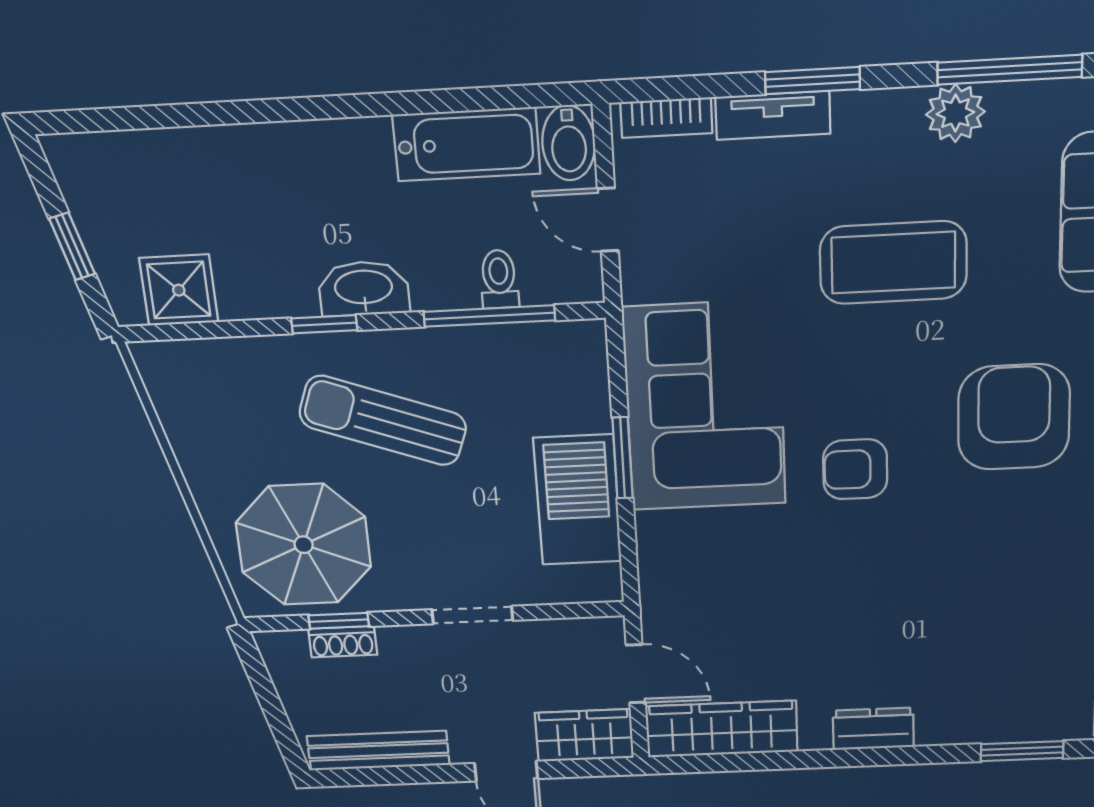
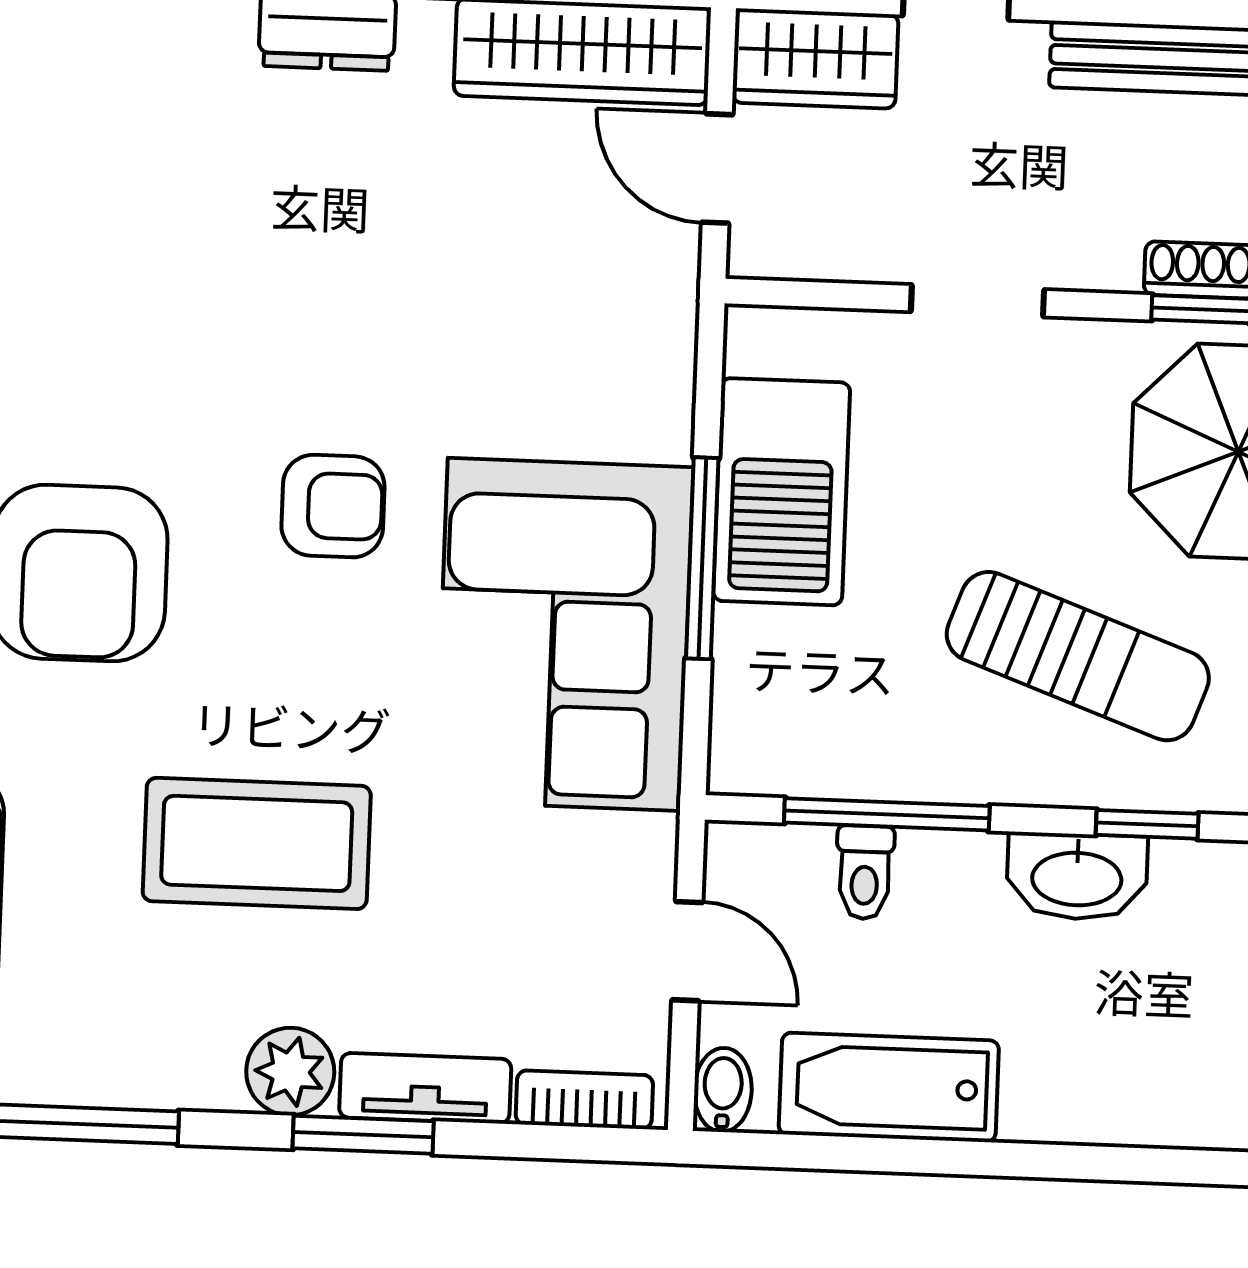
plant: (955, 113) -> (290, 1072), moved
bidet: (569, 143) -> (723, 1090), width x0.72, depth x0.74
window: (623, 458) -> (702, 558), width x1.44

